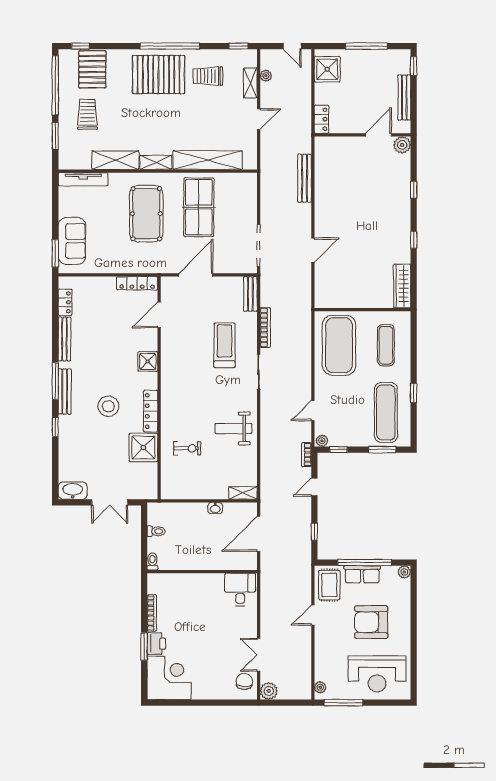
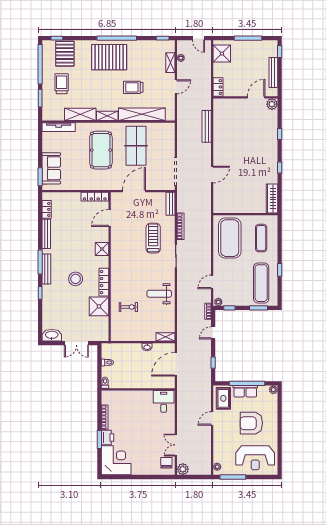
trolley: (208, 76) -> (133, 87), moved

